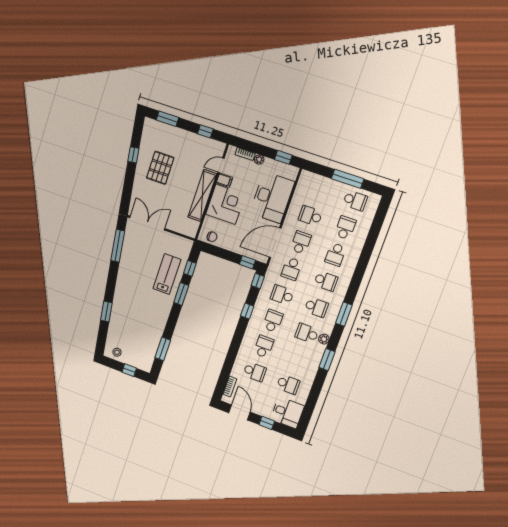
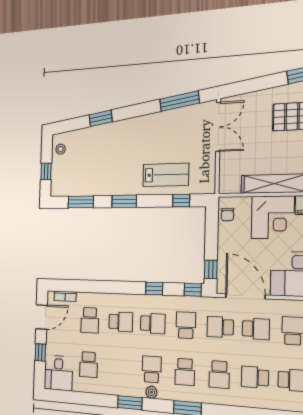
window: (181, 294) -> (124, 201), moved

